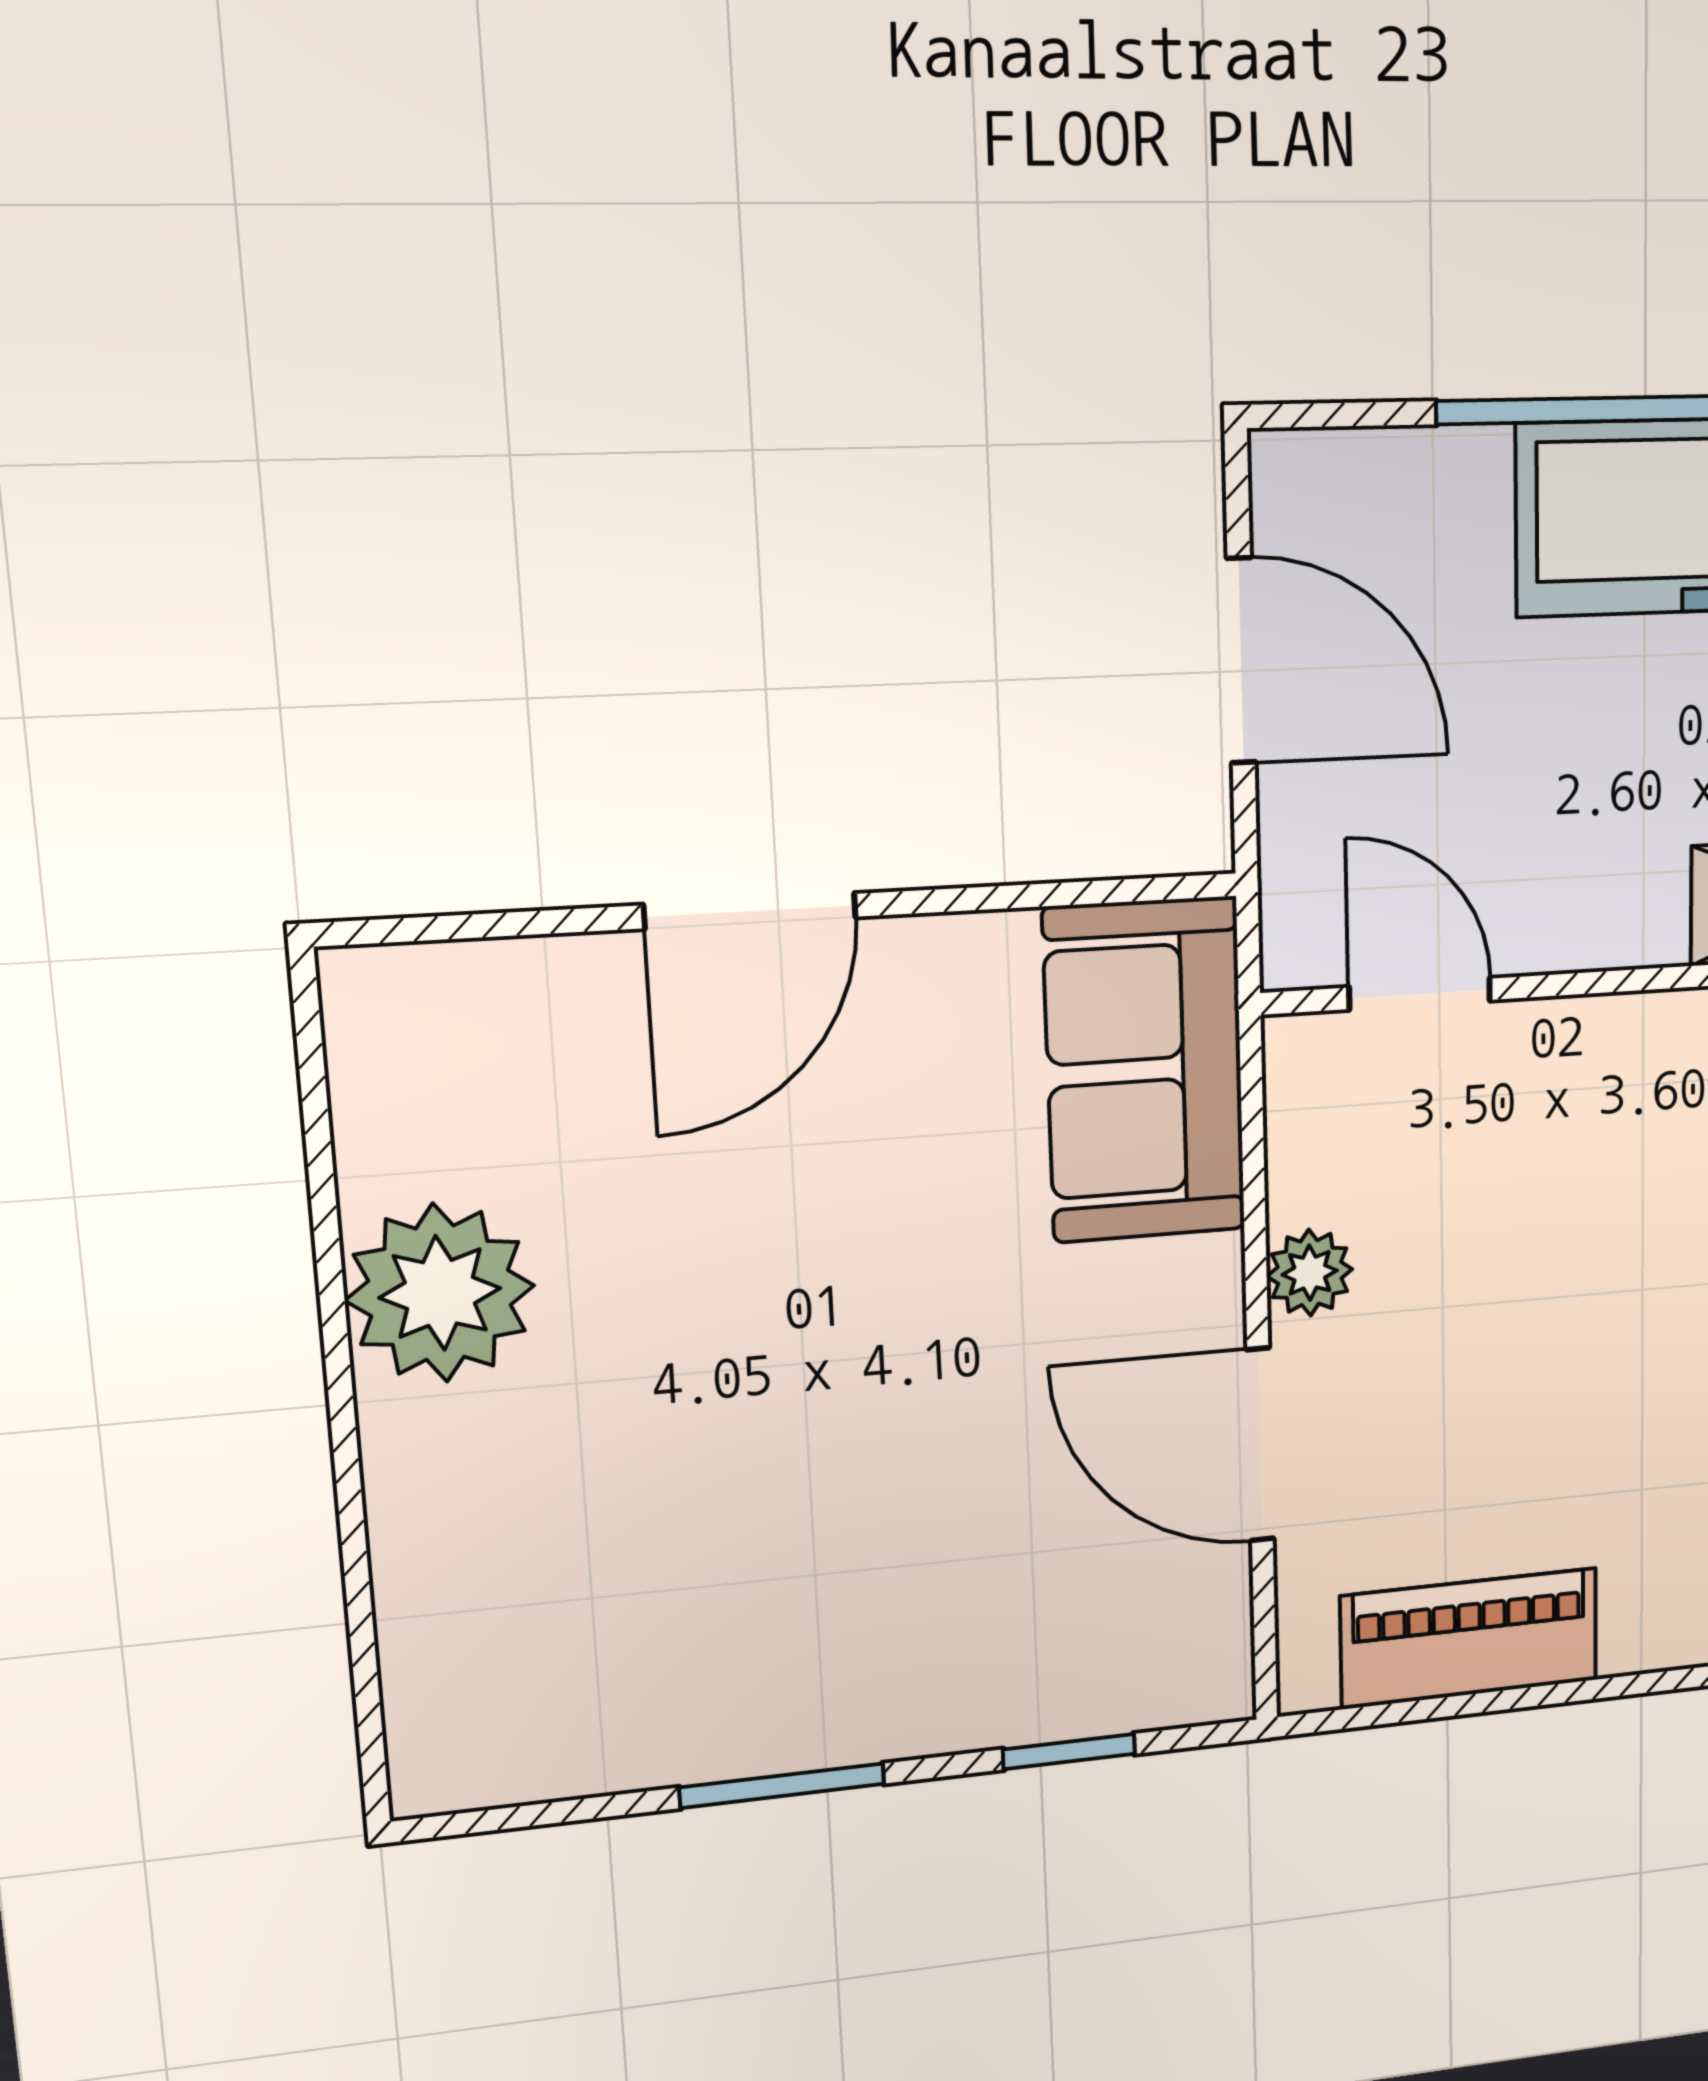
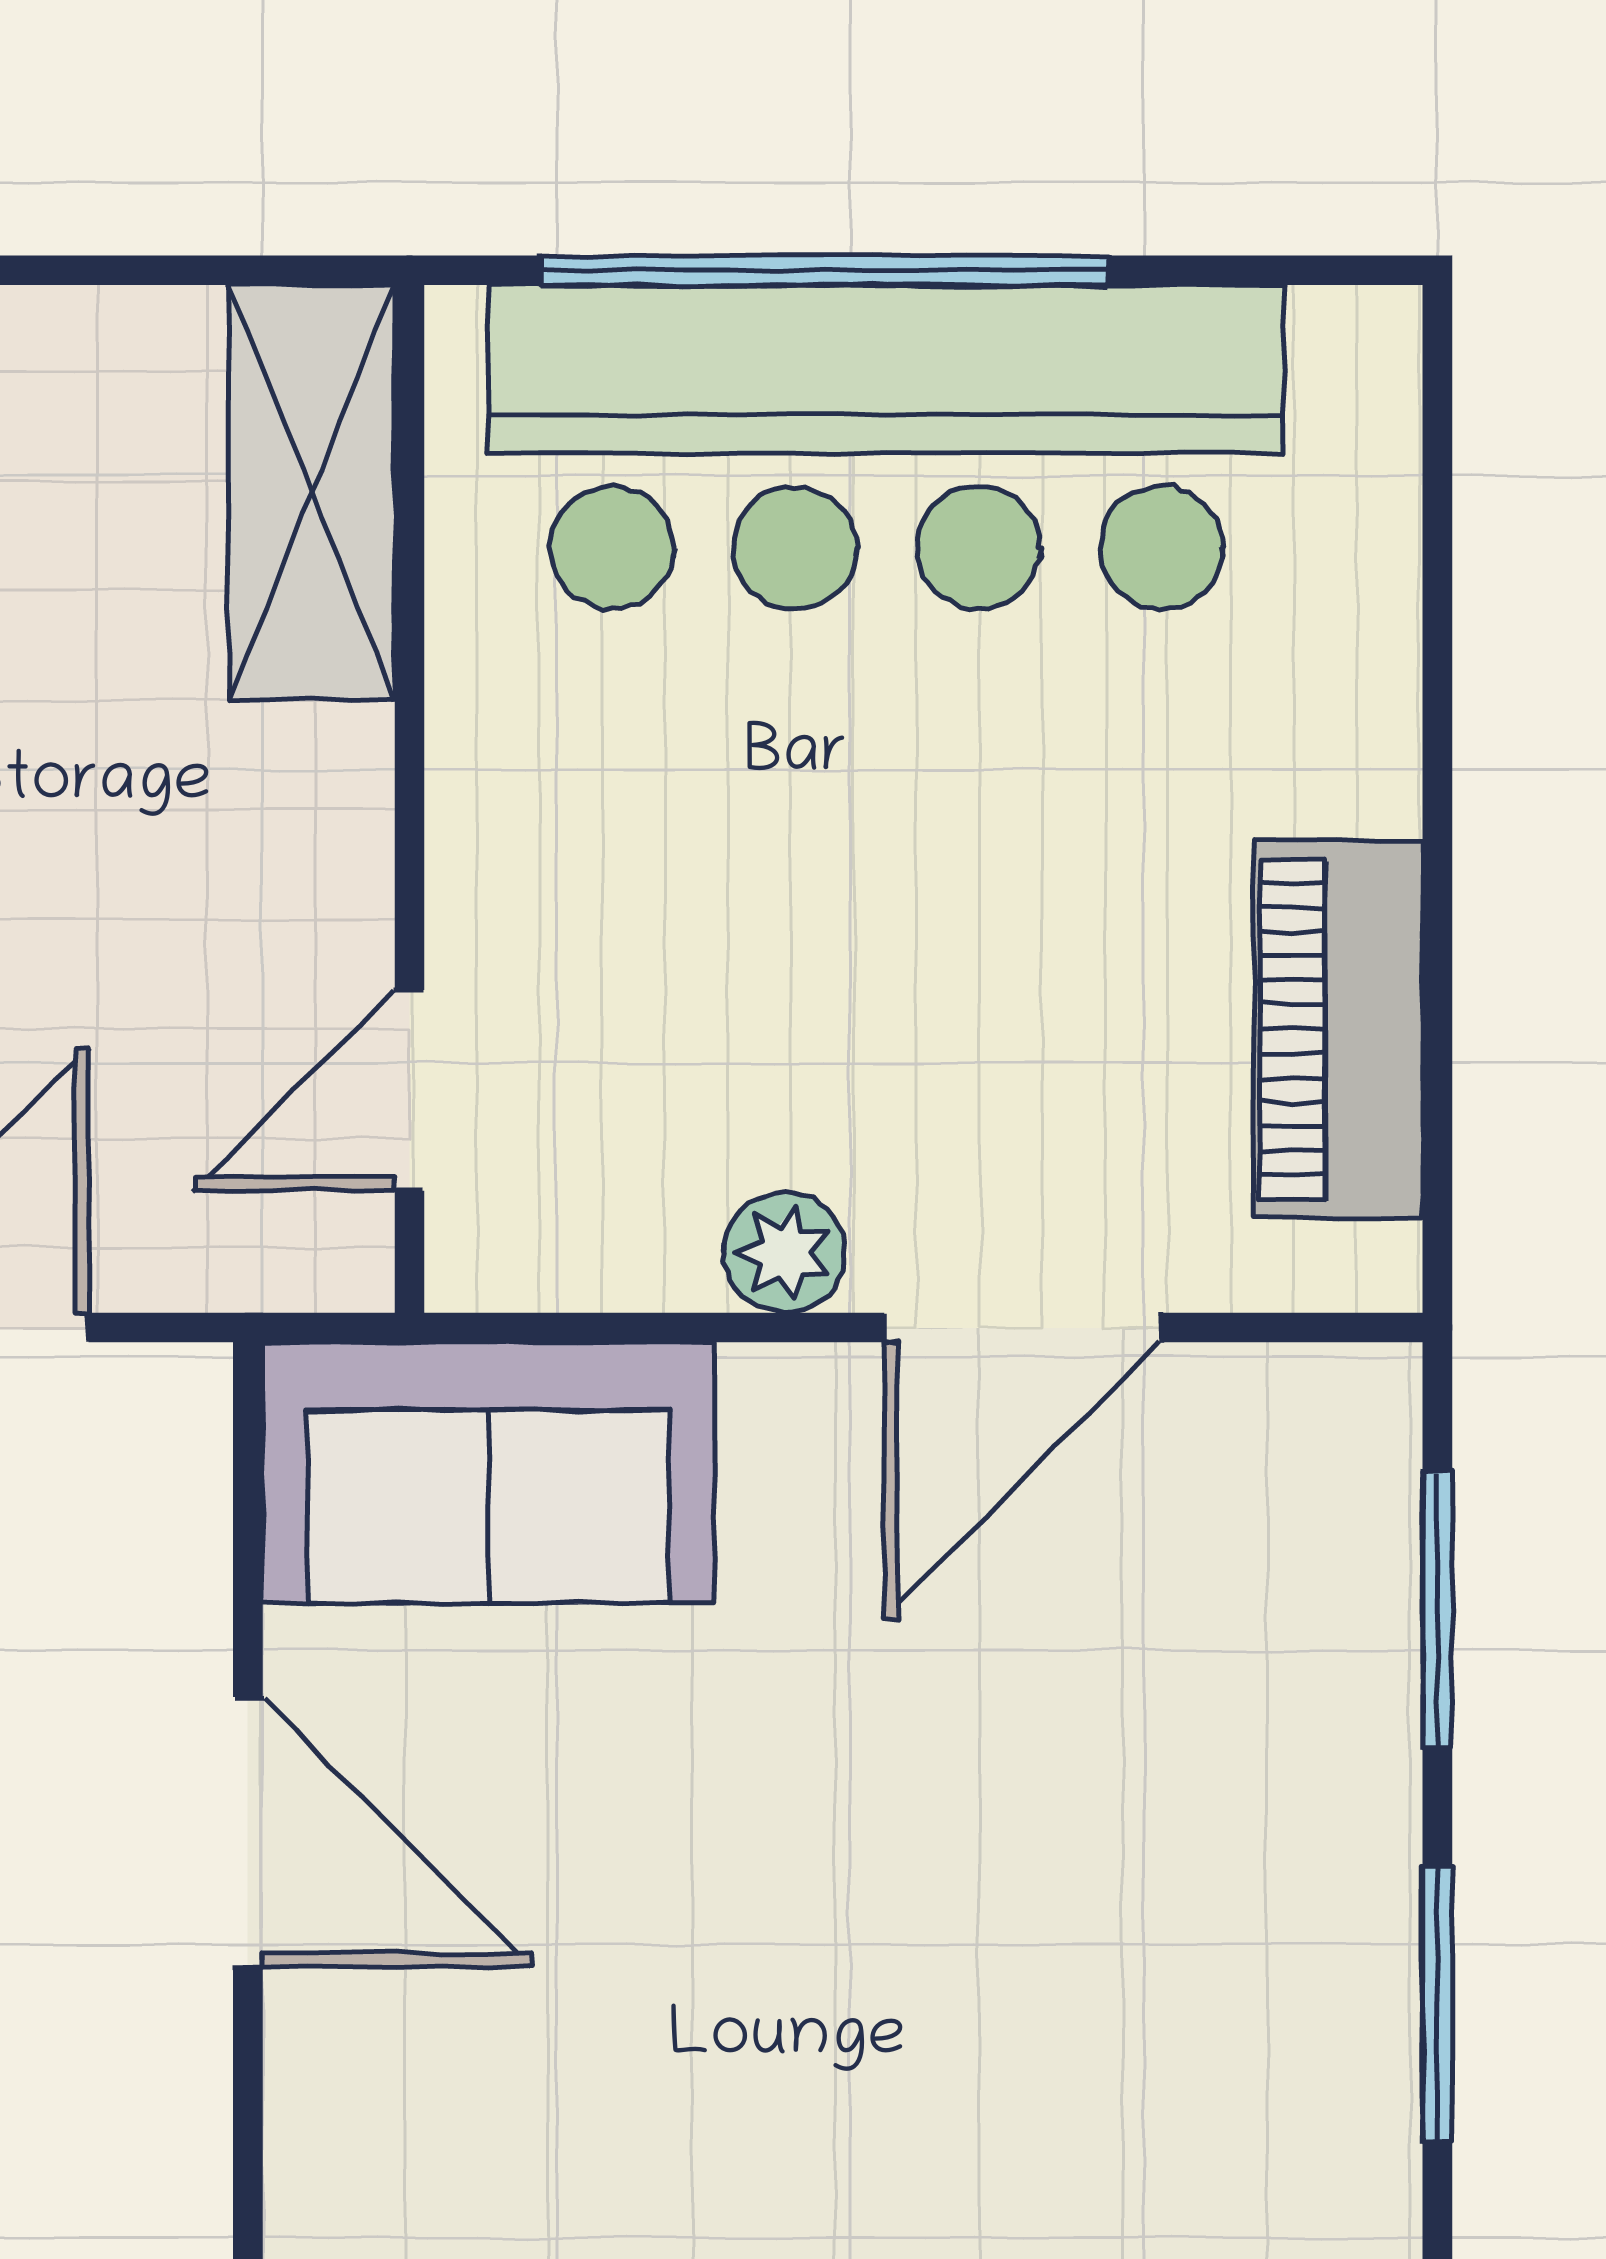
door: (750, 911) -> (248, 1832), moved
window: (1069, 1752) -> (1437, 1610), width x1.50

